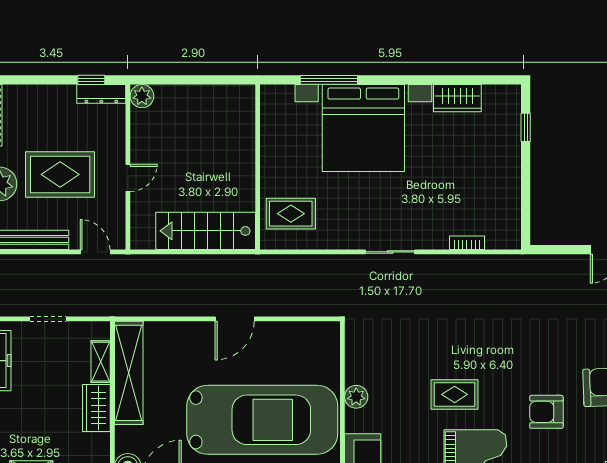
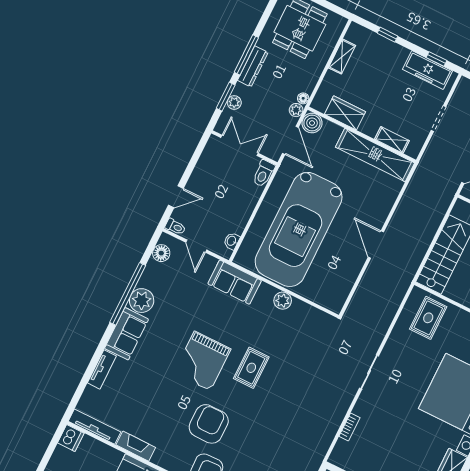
wardrobe: (96, 408) -> (345, 113), moved
armchair: (546, 412) -> (209, 424), width x1.36, depth x1.36

